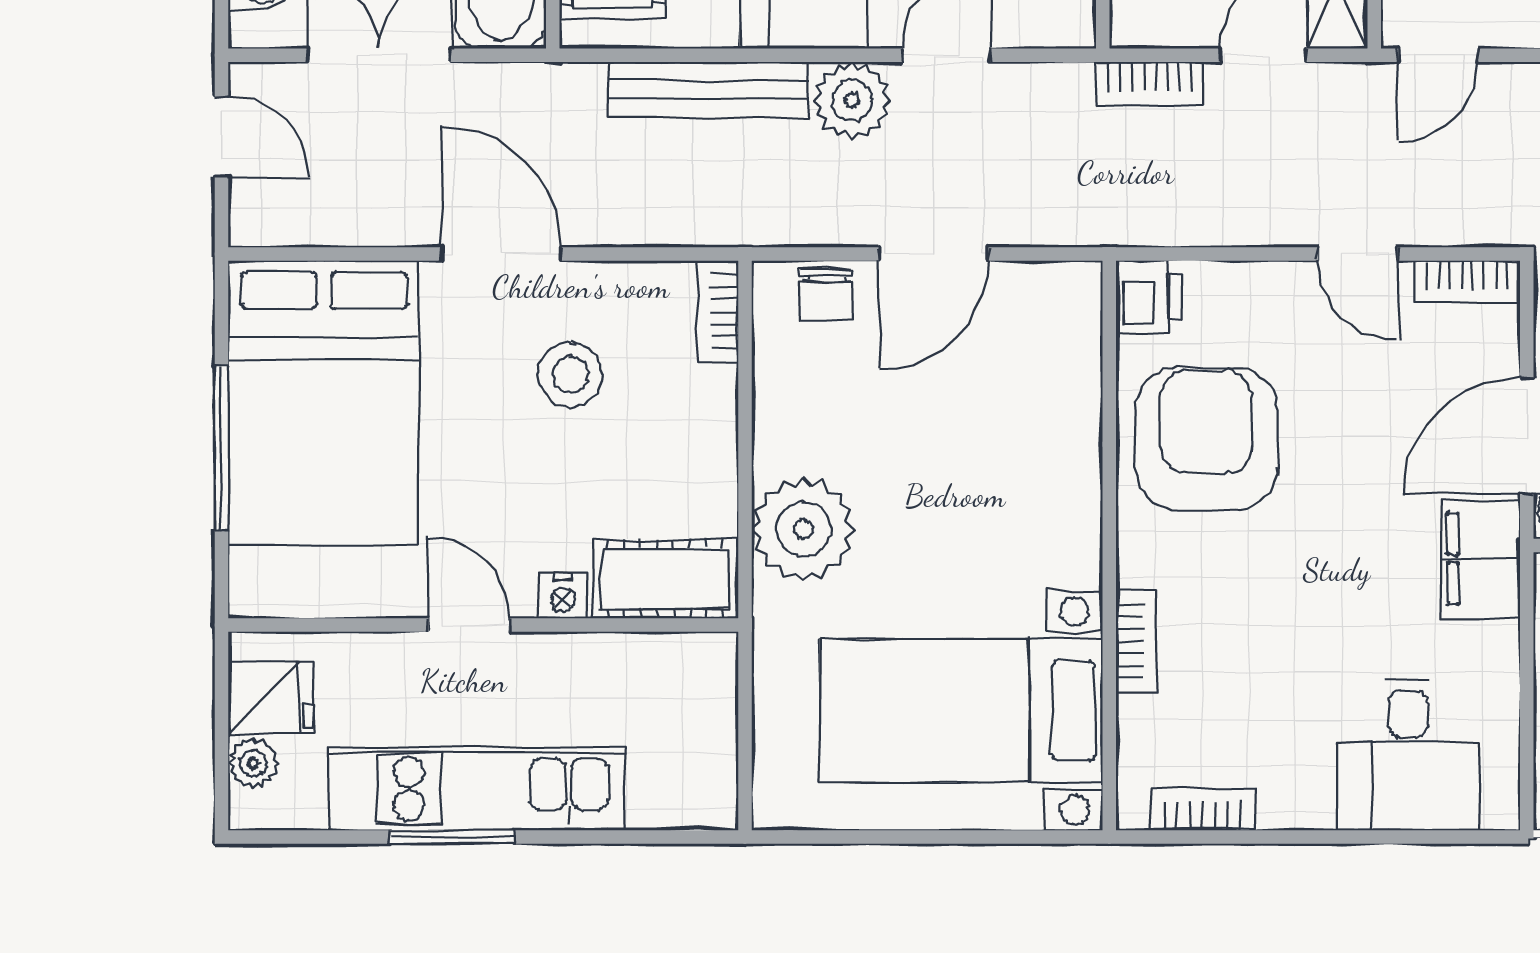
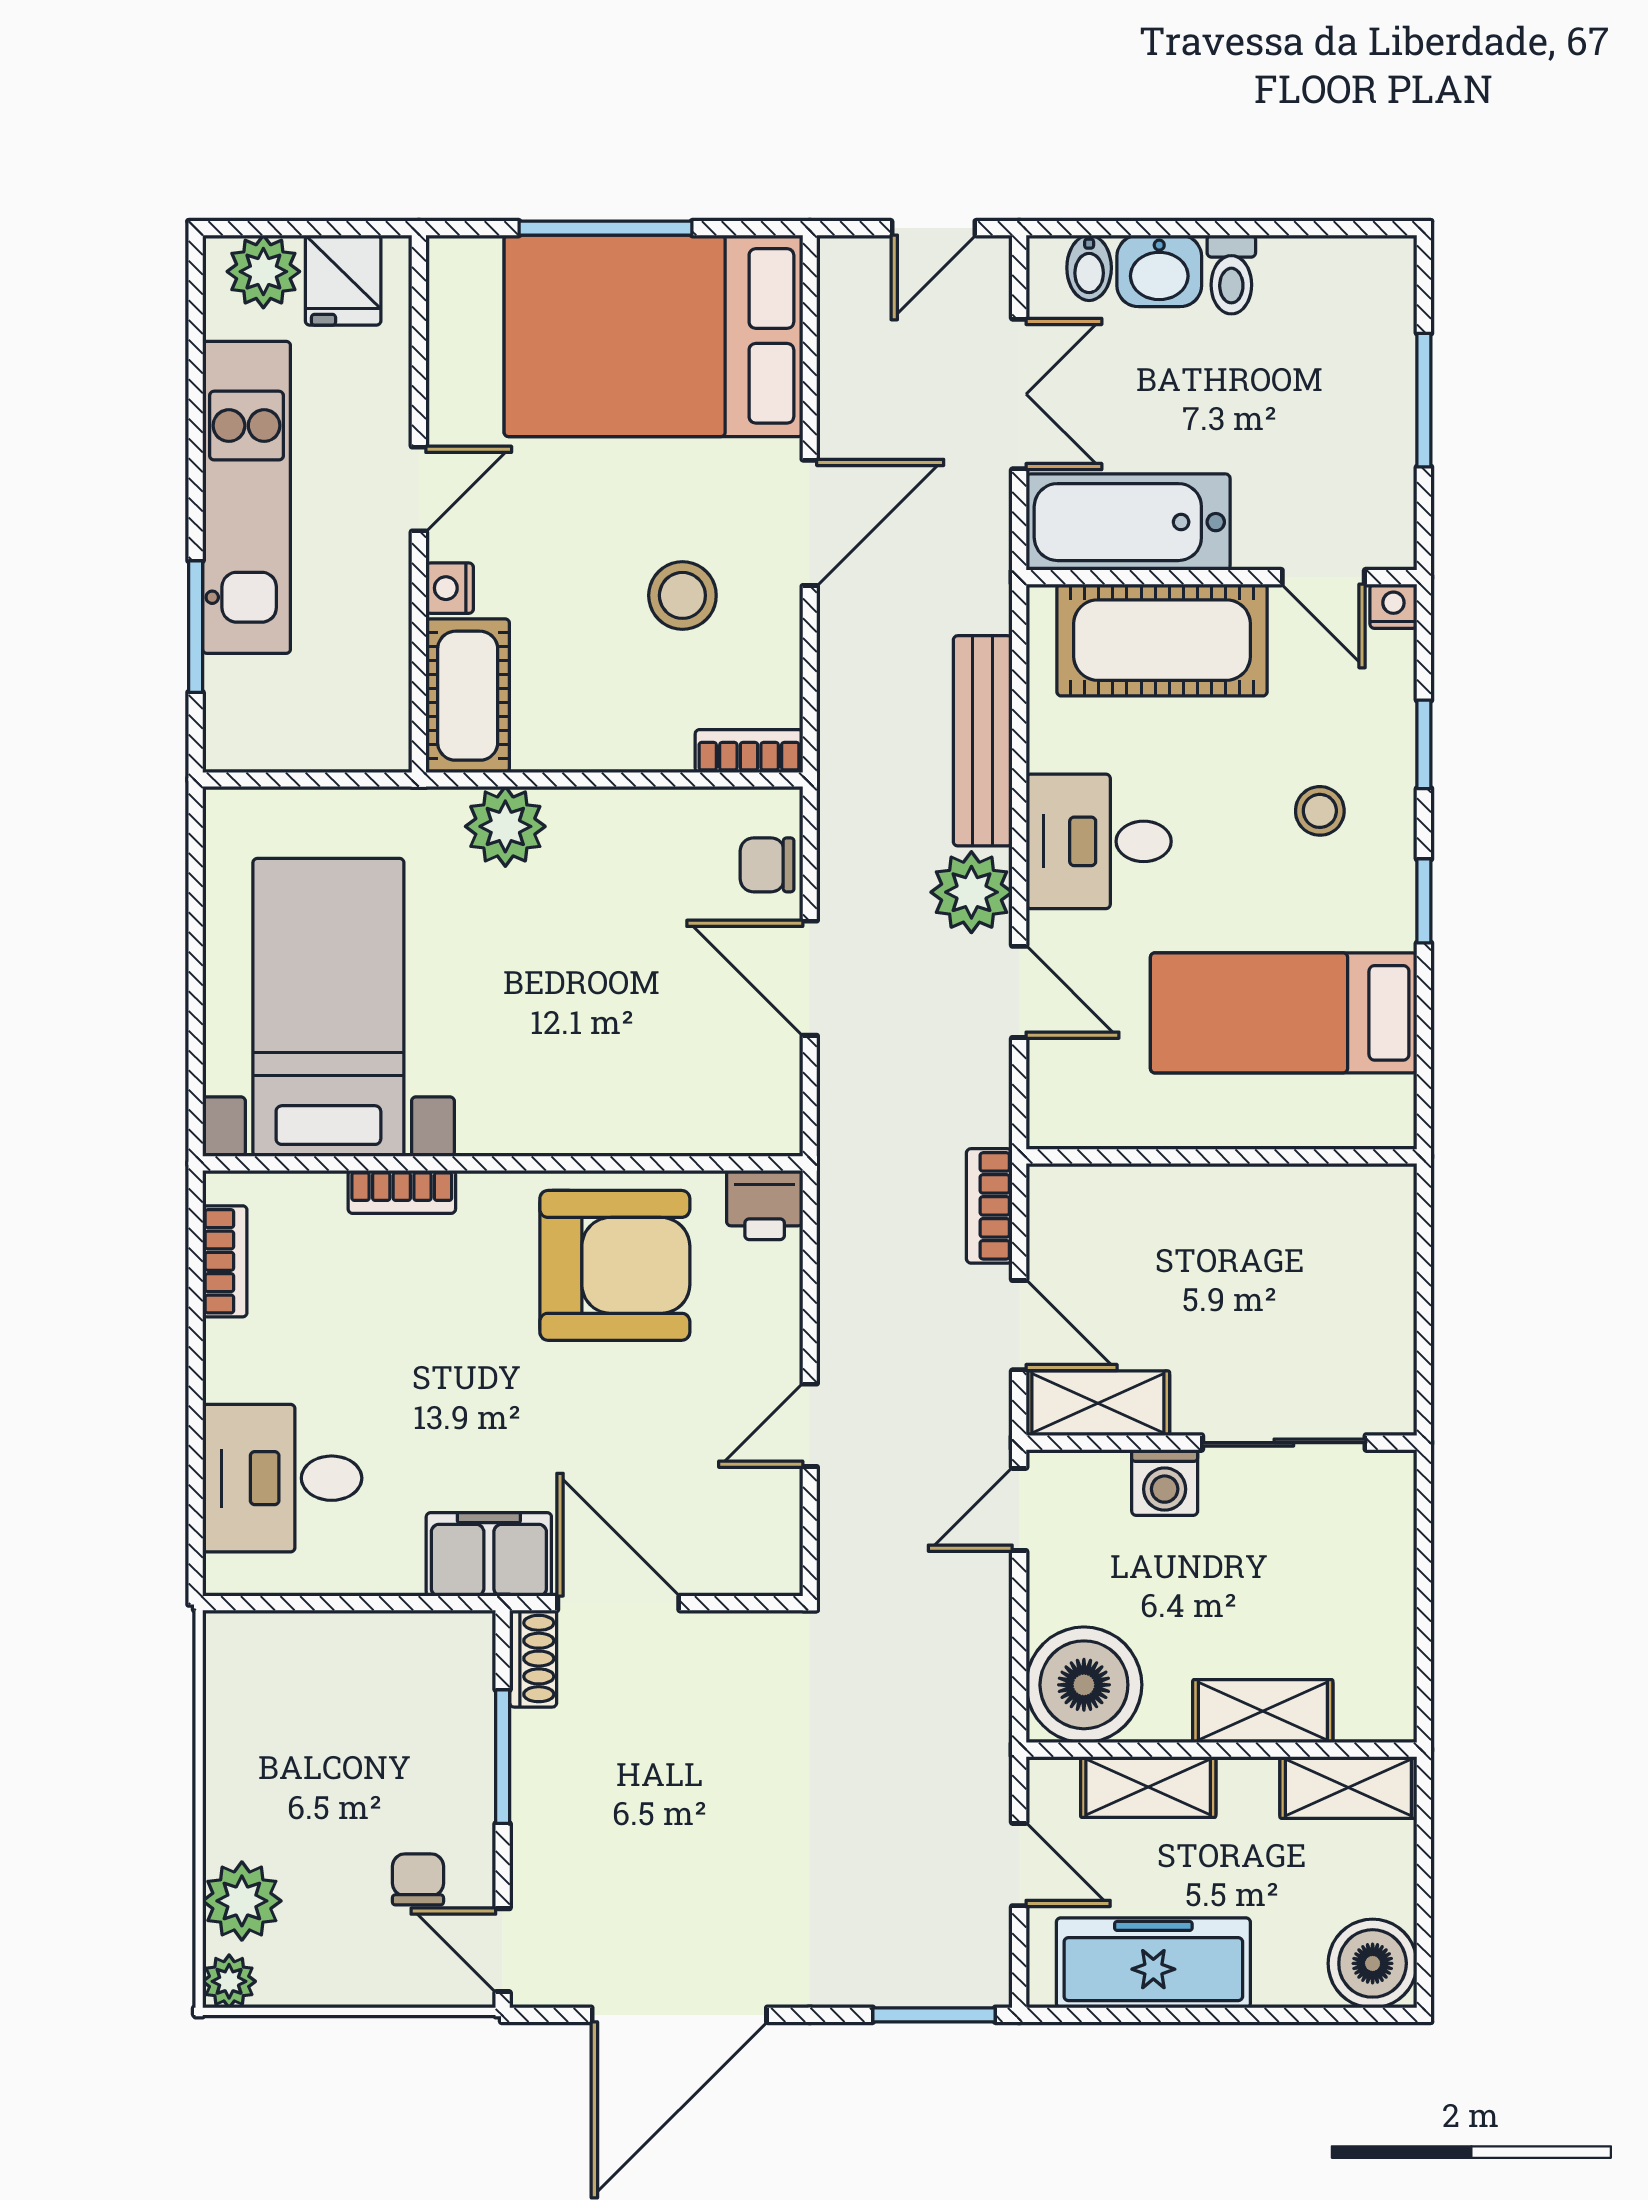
door: (1438, 55) -> (1019, 1509), hinge flipped
bookcase: (1467, 282) -> (781, 1540), removed
plant: (803, 529) -> (505, 826), width x0.73, depth x0.73
plant: (253, 763) -> (263, 272), width x1.38, depth x1.38
window: (452, 837) -> (196, 627), moved

